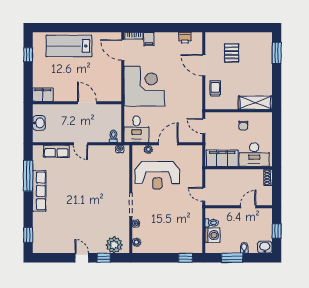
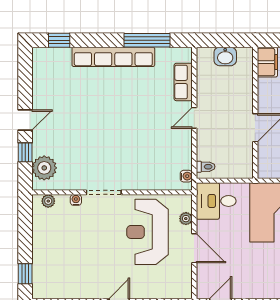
row of seats: (39, 191) -> (113, 57), width x1.36

